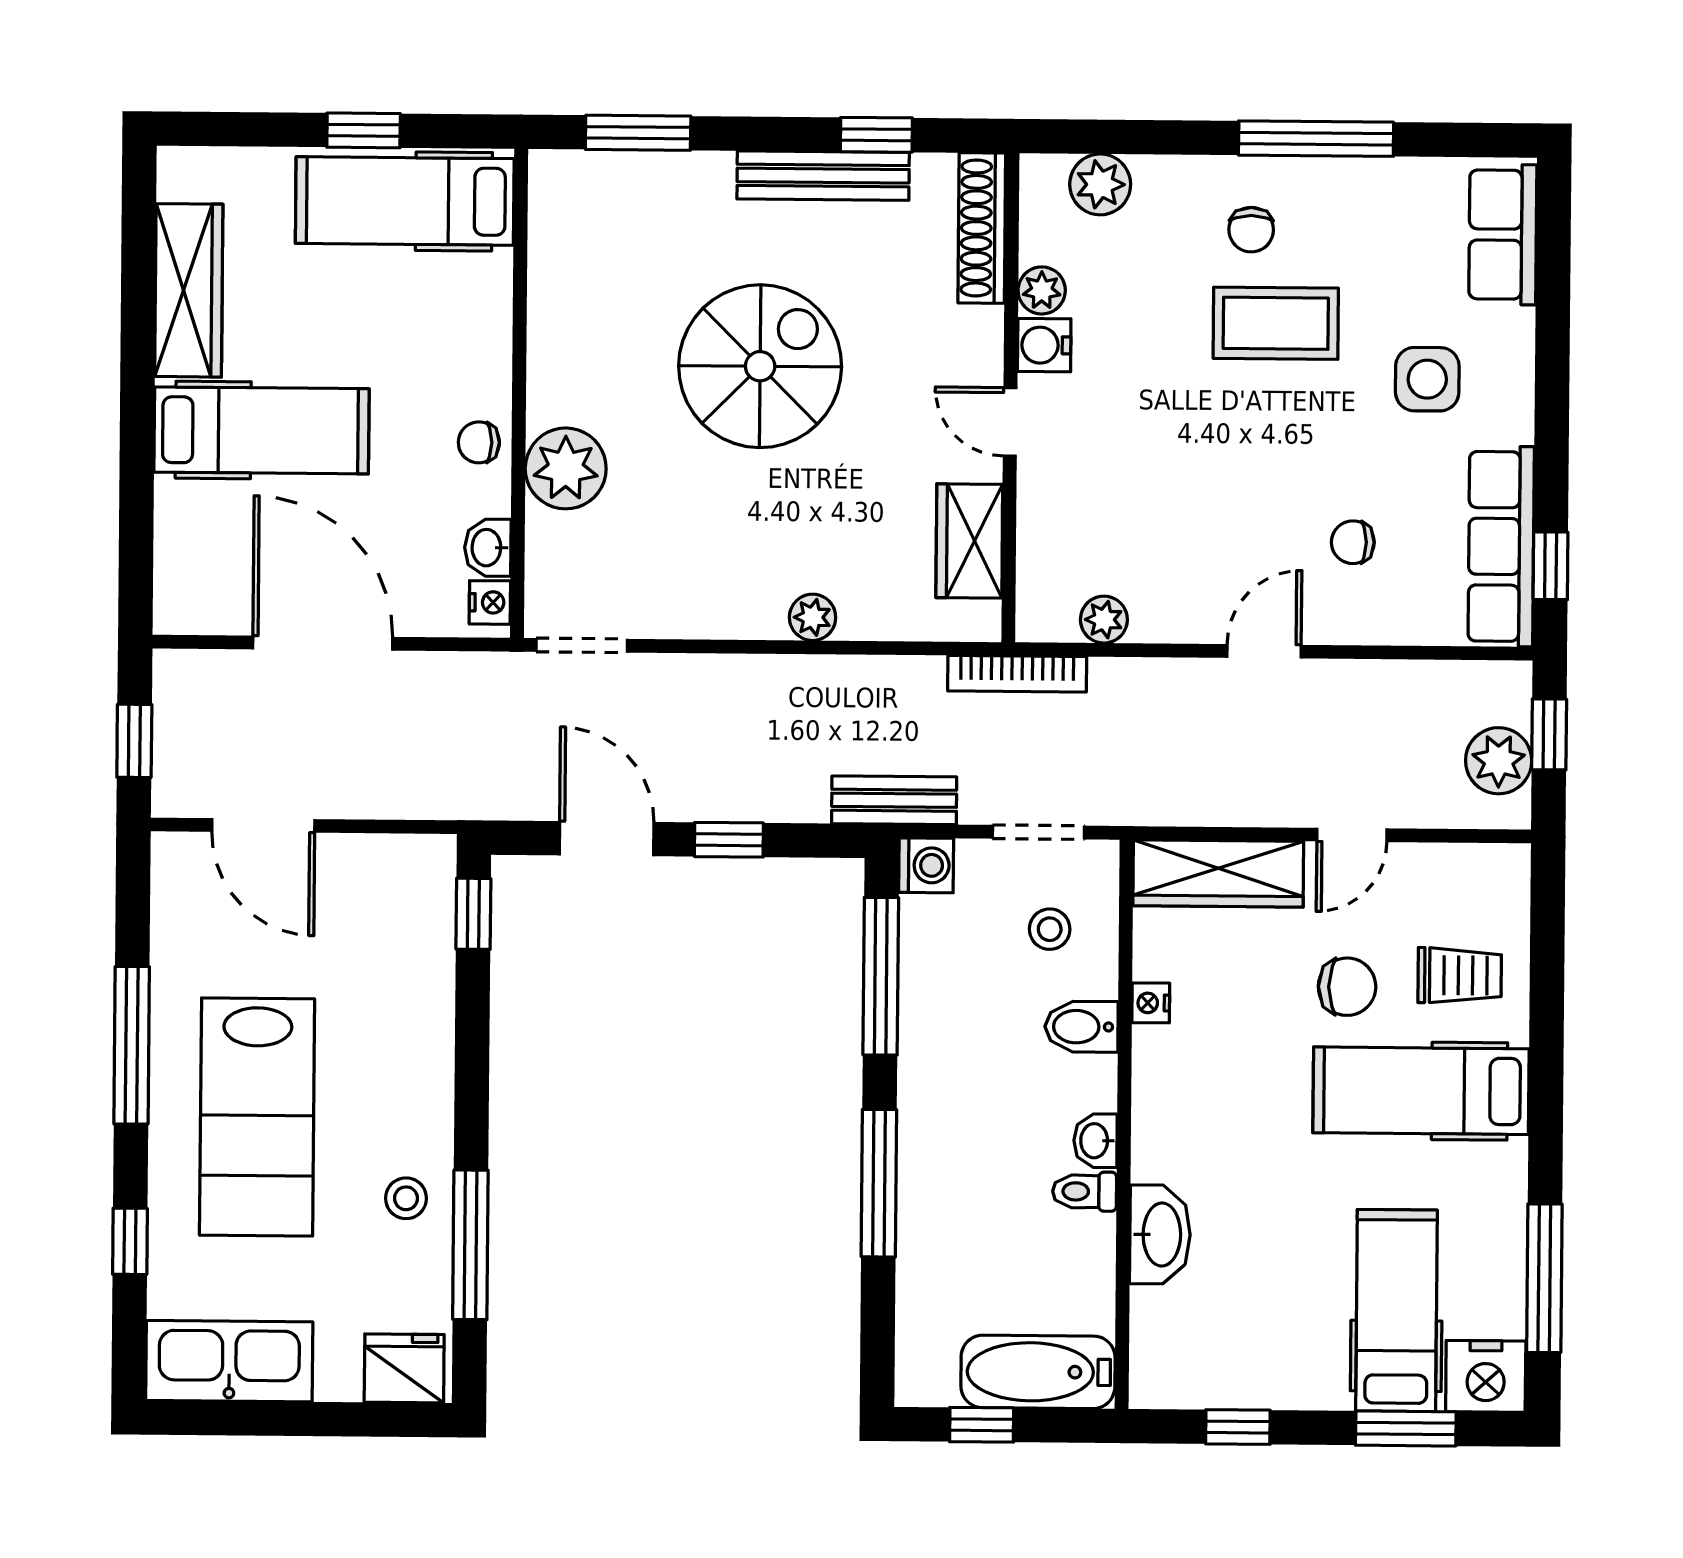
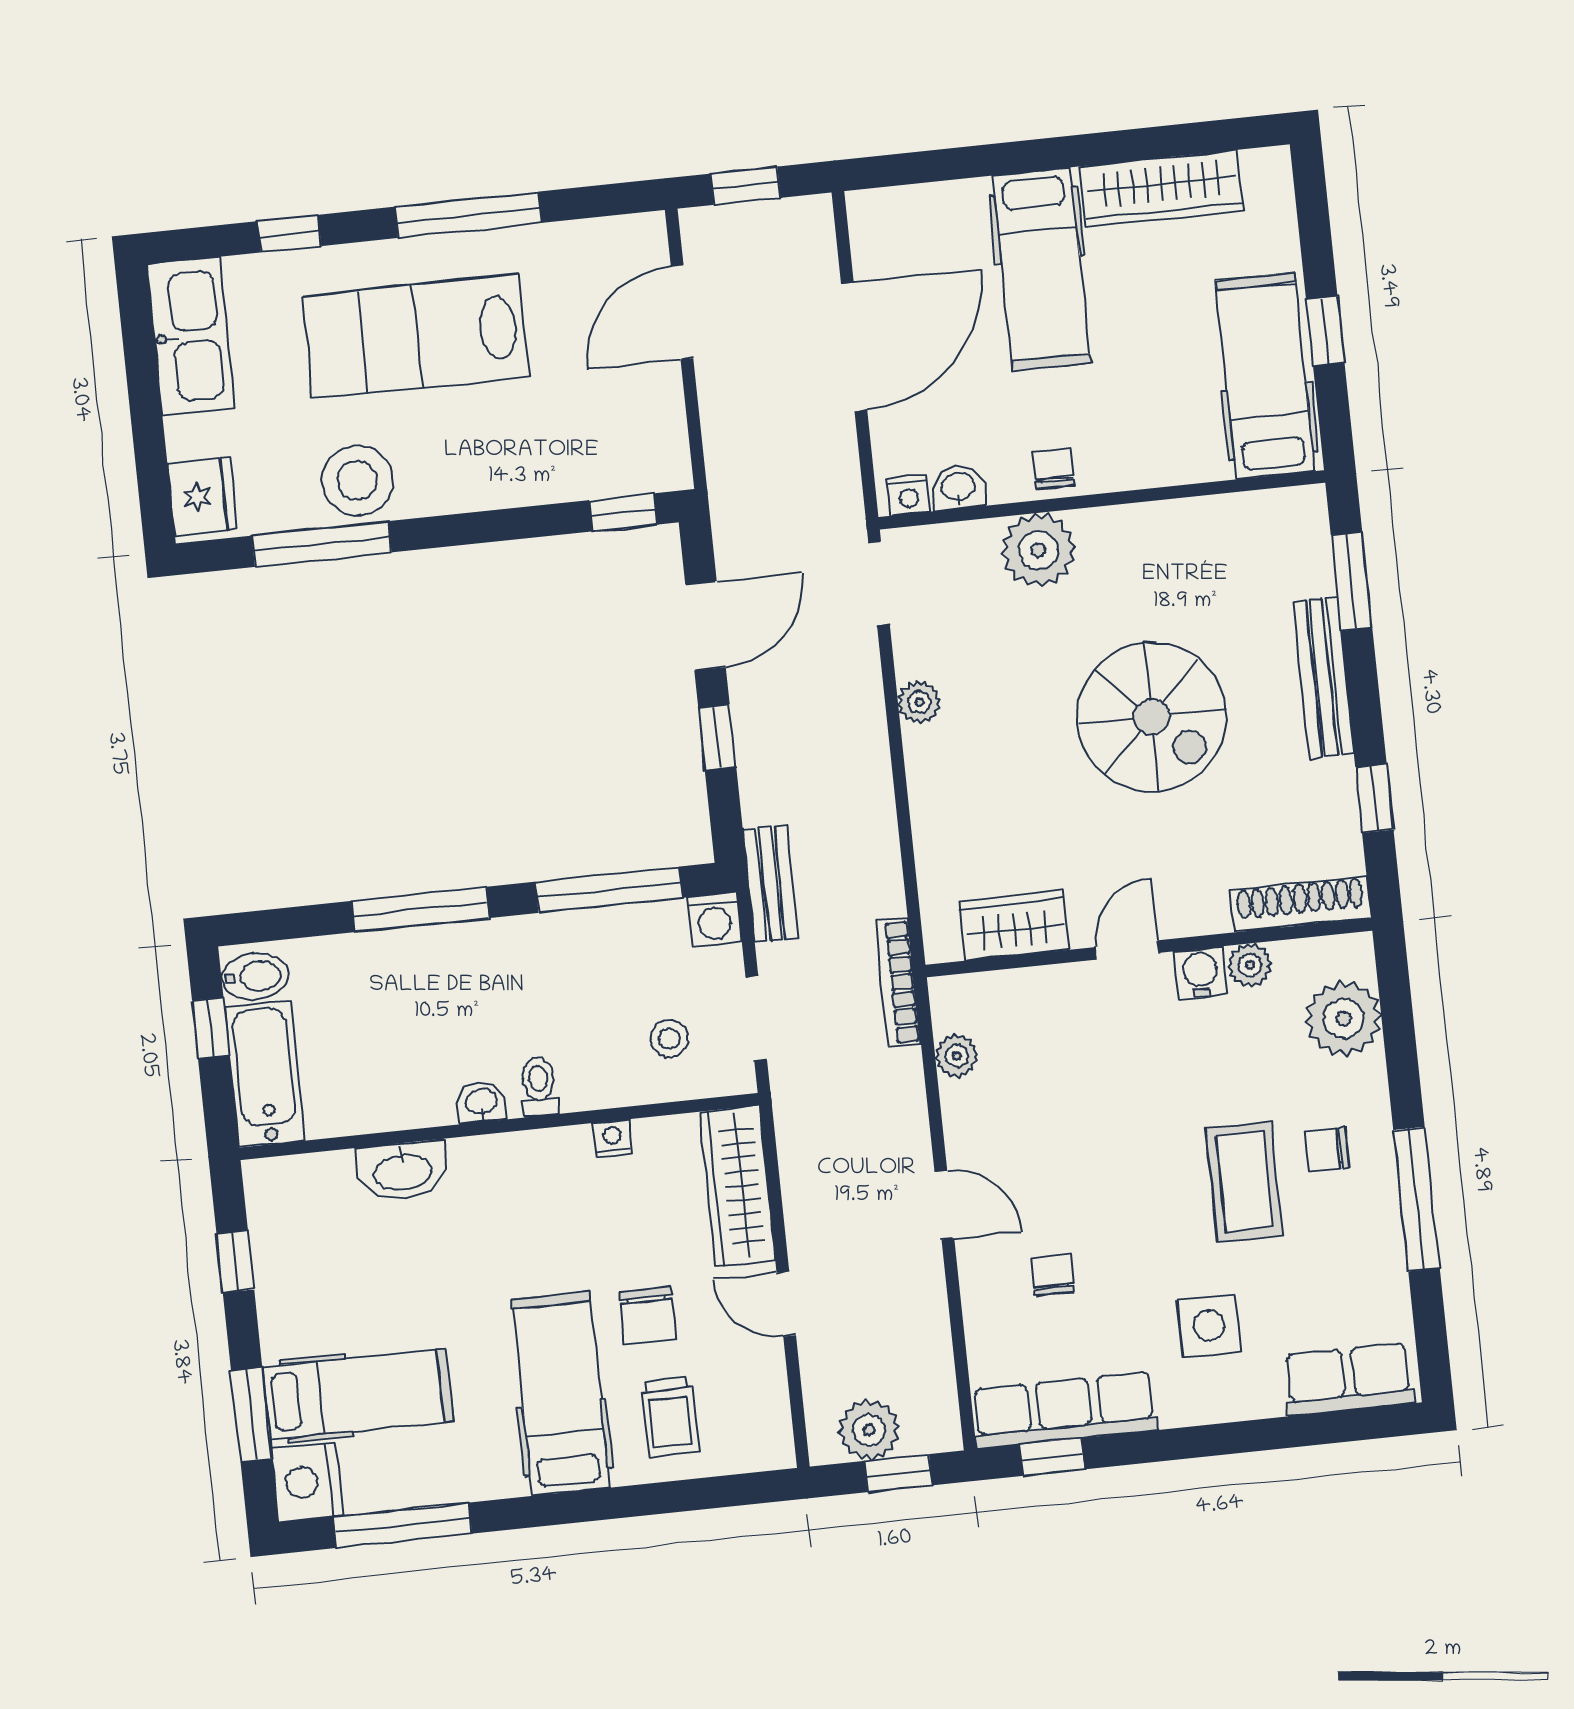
bench: (823, 176) -> (1324, 677), moved
plant: (1100, 184) -> (1343, 1018), width x1.36, depth x1.36
plant: (813, 617) -> (919, 702), moved
bidet: (1081, 1027) -> (255, 977), moved, turned 90
toilet: (1085, 1191) -> (539, 1087), moved
stool: (406, 1198) -> (357, 480), width x1.89, depth x1.89

